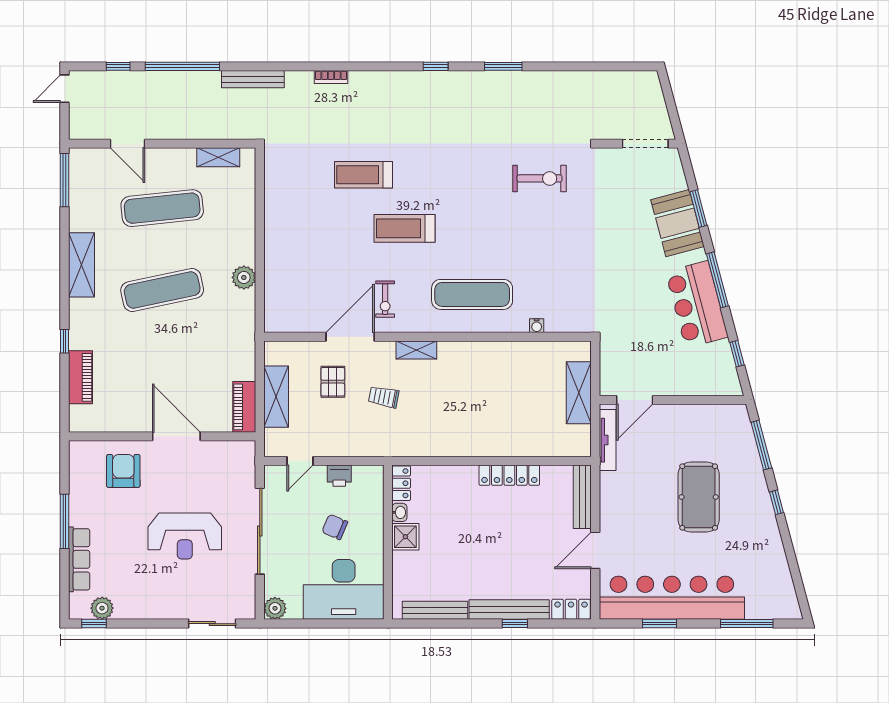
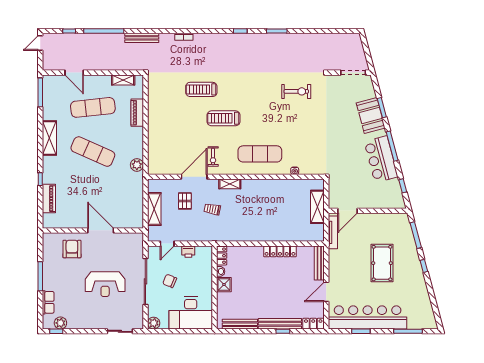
plant: (244, 277) -> (137, 165), moved
exercise mat: (162, 290) -> (93, 152), turned 36
piano: (244, 407) -> (137, 113), moved
chair: (335, 527) -> (170, 281), moved
row of seats: (79, 559) -> (48, 302), width x0.68

